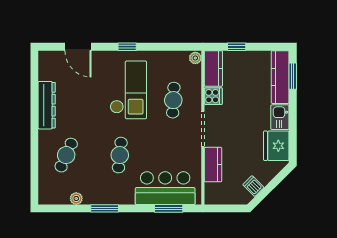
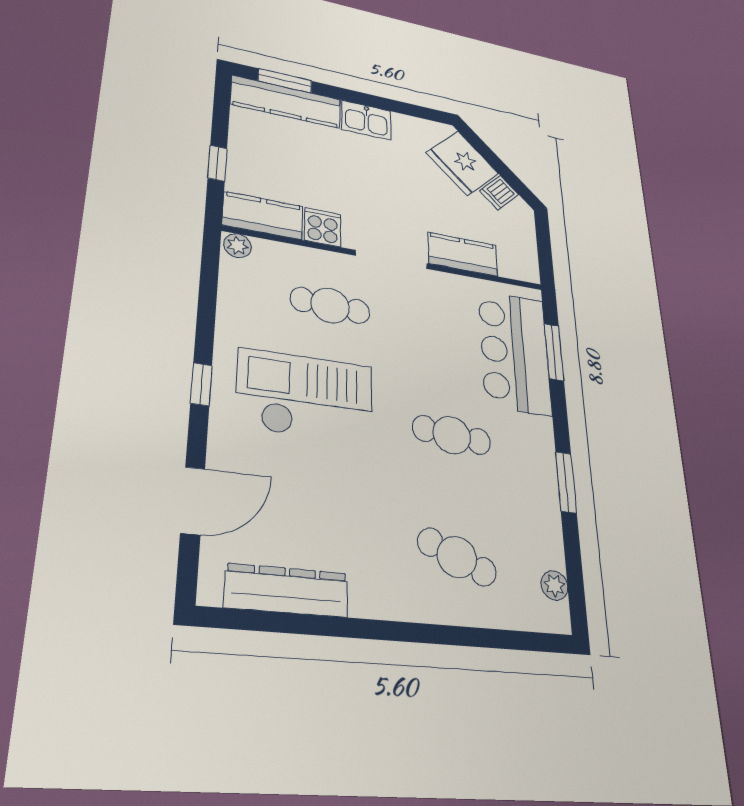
dresser: (47, 105) -> (287, 590), moved
fridge: (276, 146) -> (463, 163), moved, turned 45
plant: (76, 198) -> (555, 585), moved

